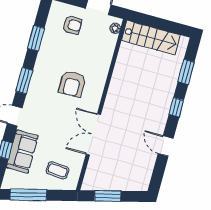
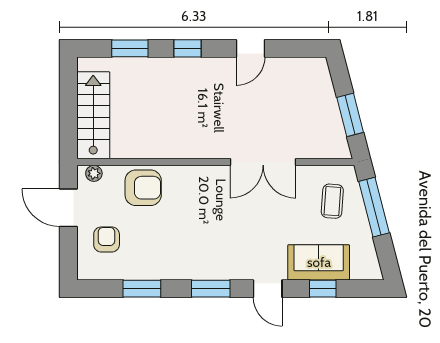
armchair: (72, 84) -> (143, 188), moved
window: (28, 195) -> (374, 207), moved

